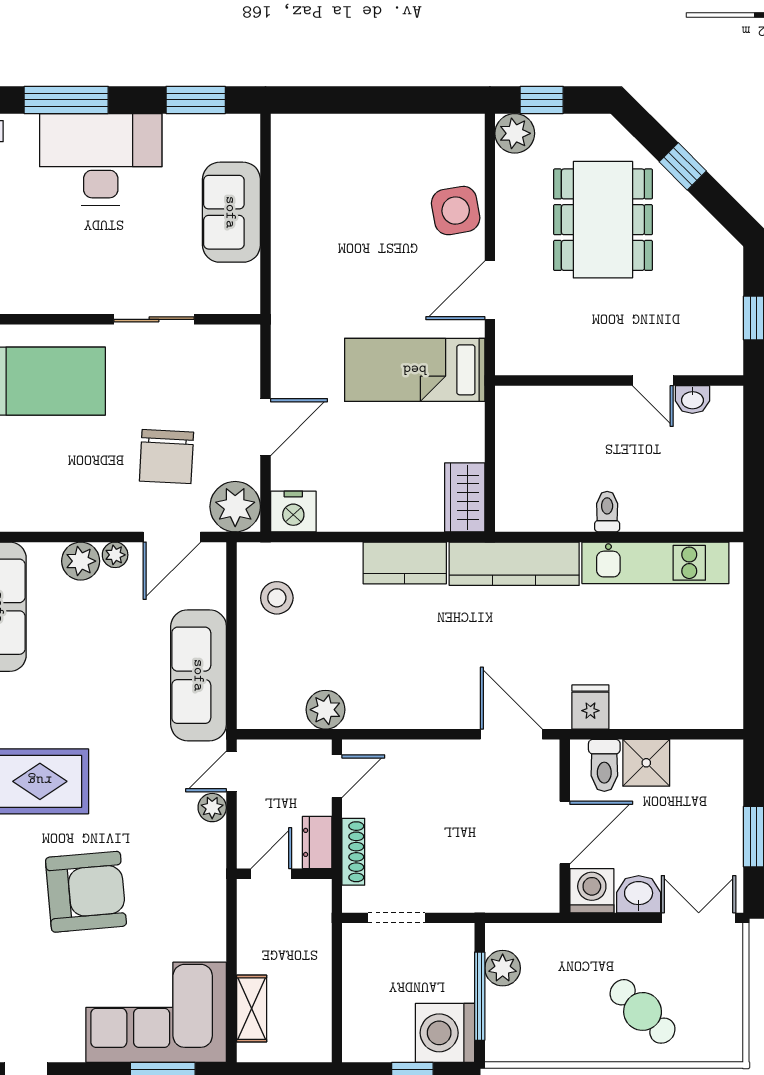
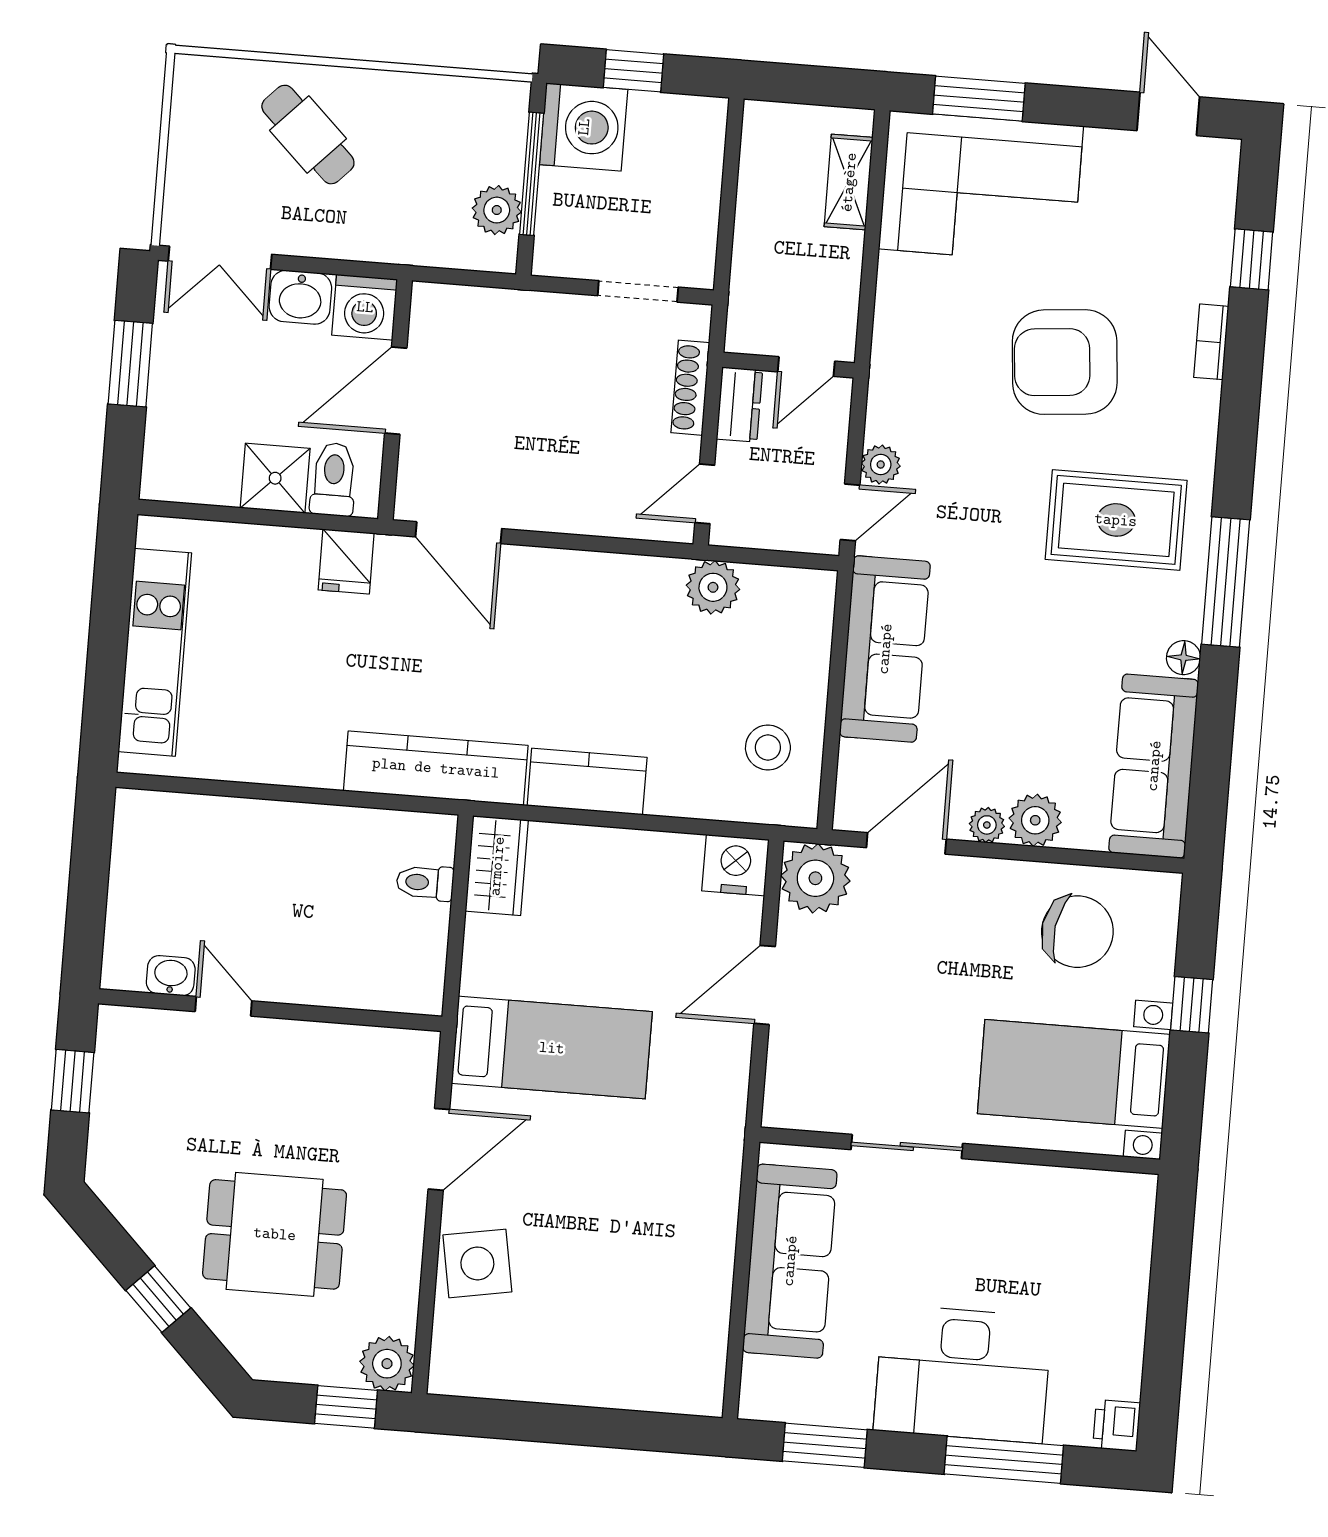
sofa: (231, 212) -> (790, 1261), width x1.36
dining table: (603, 220) -> (275, 1234), width x0.73
chair: (167, 457) -> (1077, 932), moved, turned 96
toilet: (607, 512) -> (425, 883), moved, turned 90
kitchen unit: (655, 563) -> (155, 652), moved, turned 90

